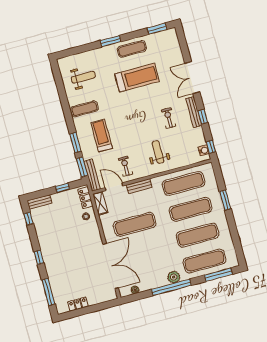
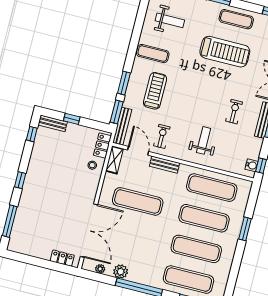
window: (63, 188) -> (72, 119), moved
plant: (174, 277) -> (121, 272), moved
locker: (78, 304) -> (62, 258), moved

